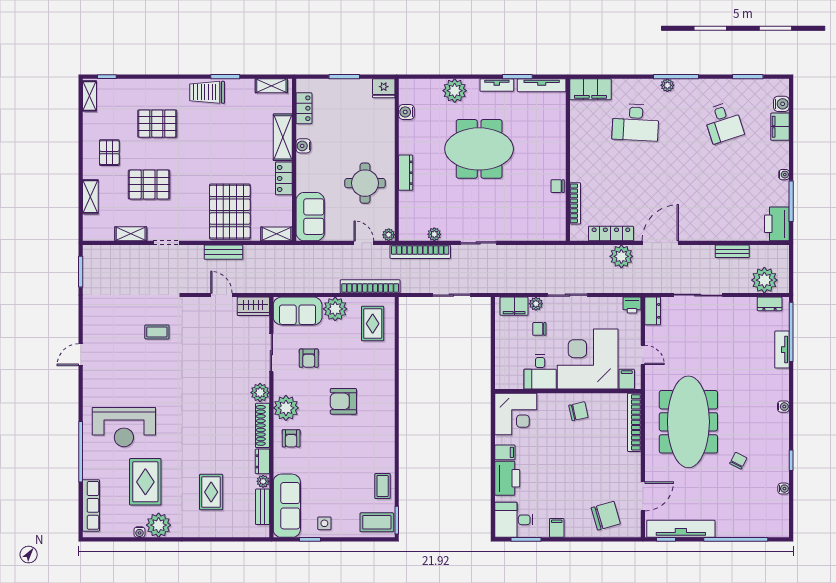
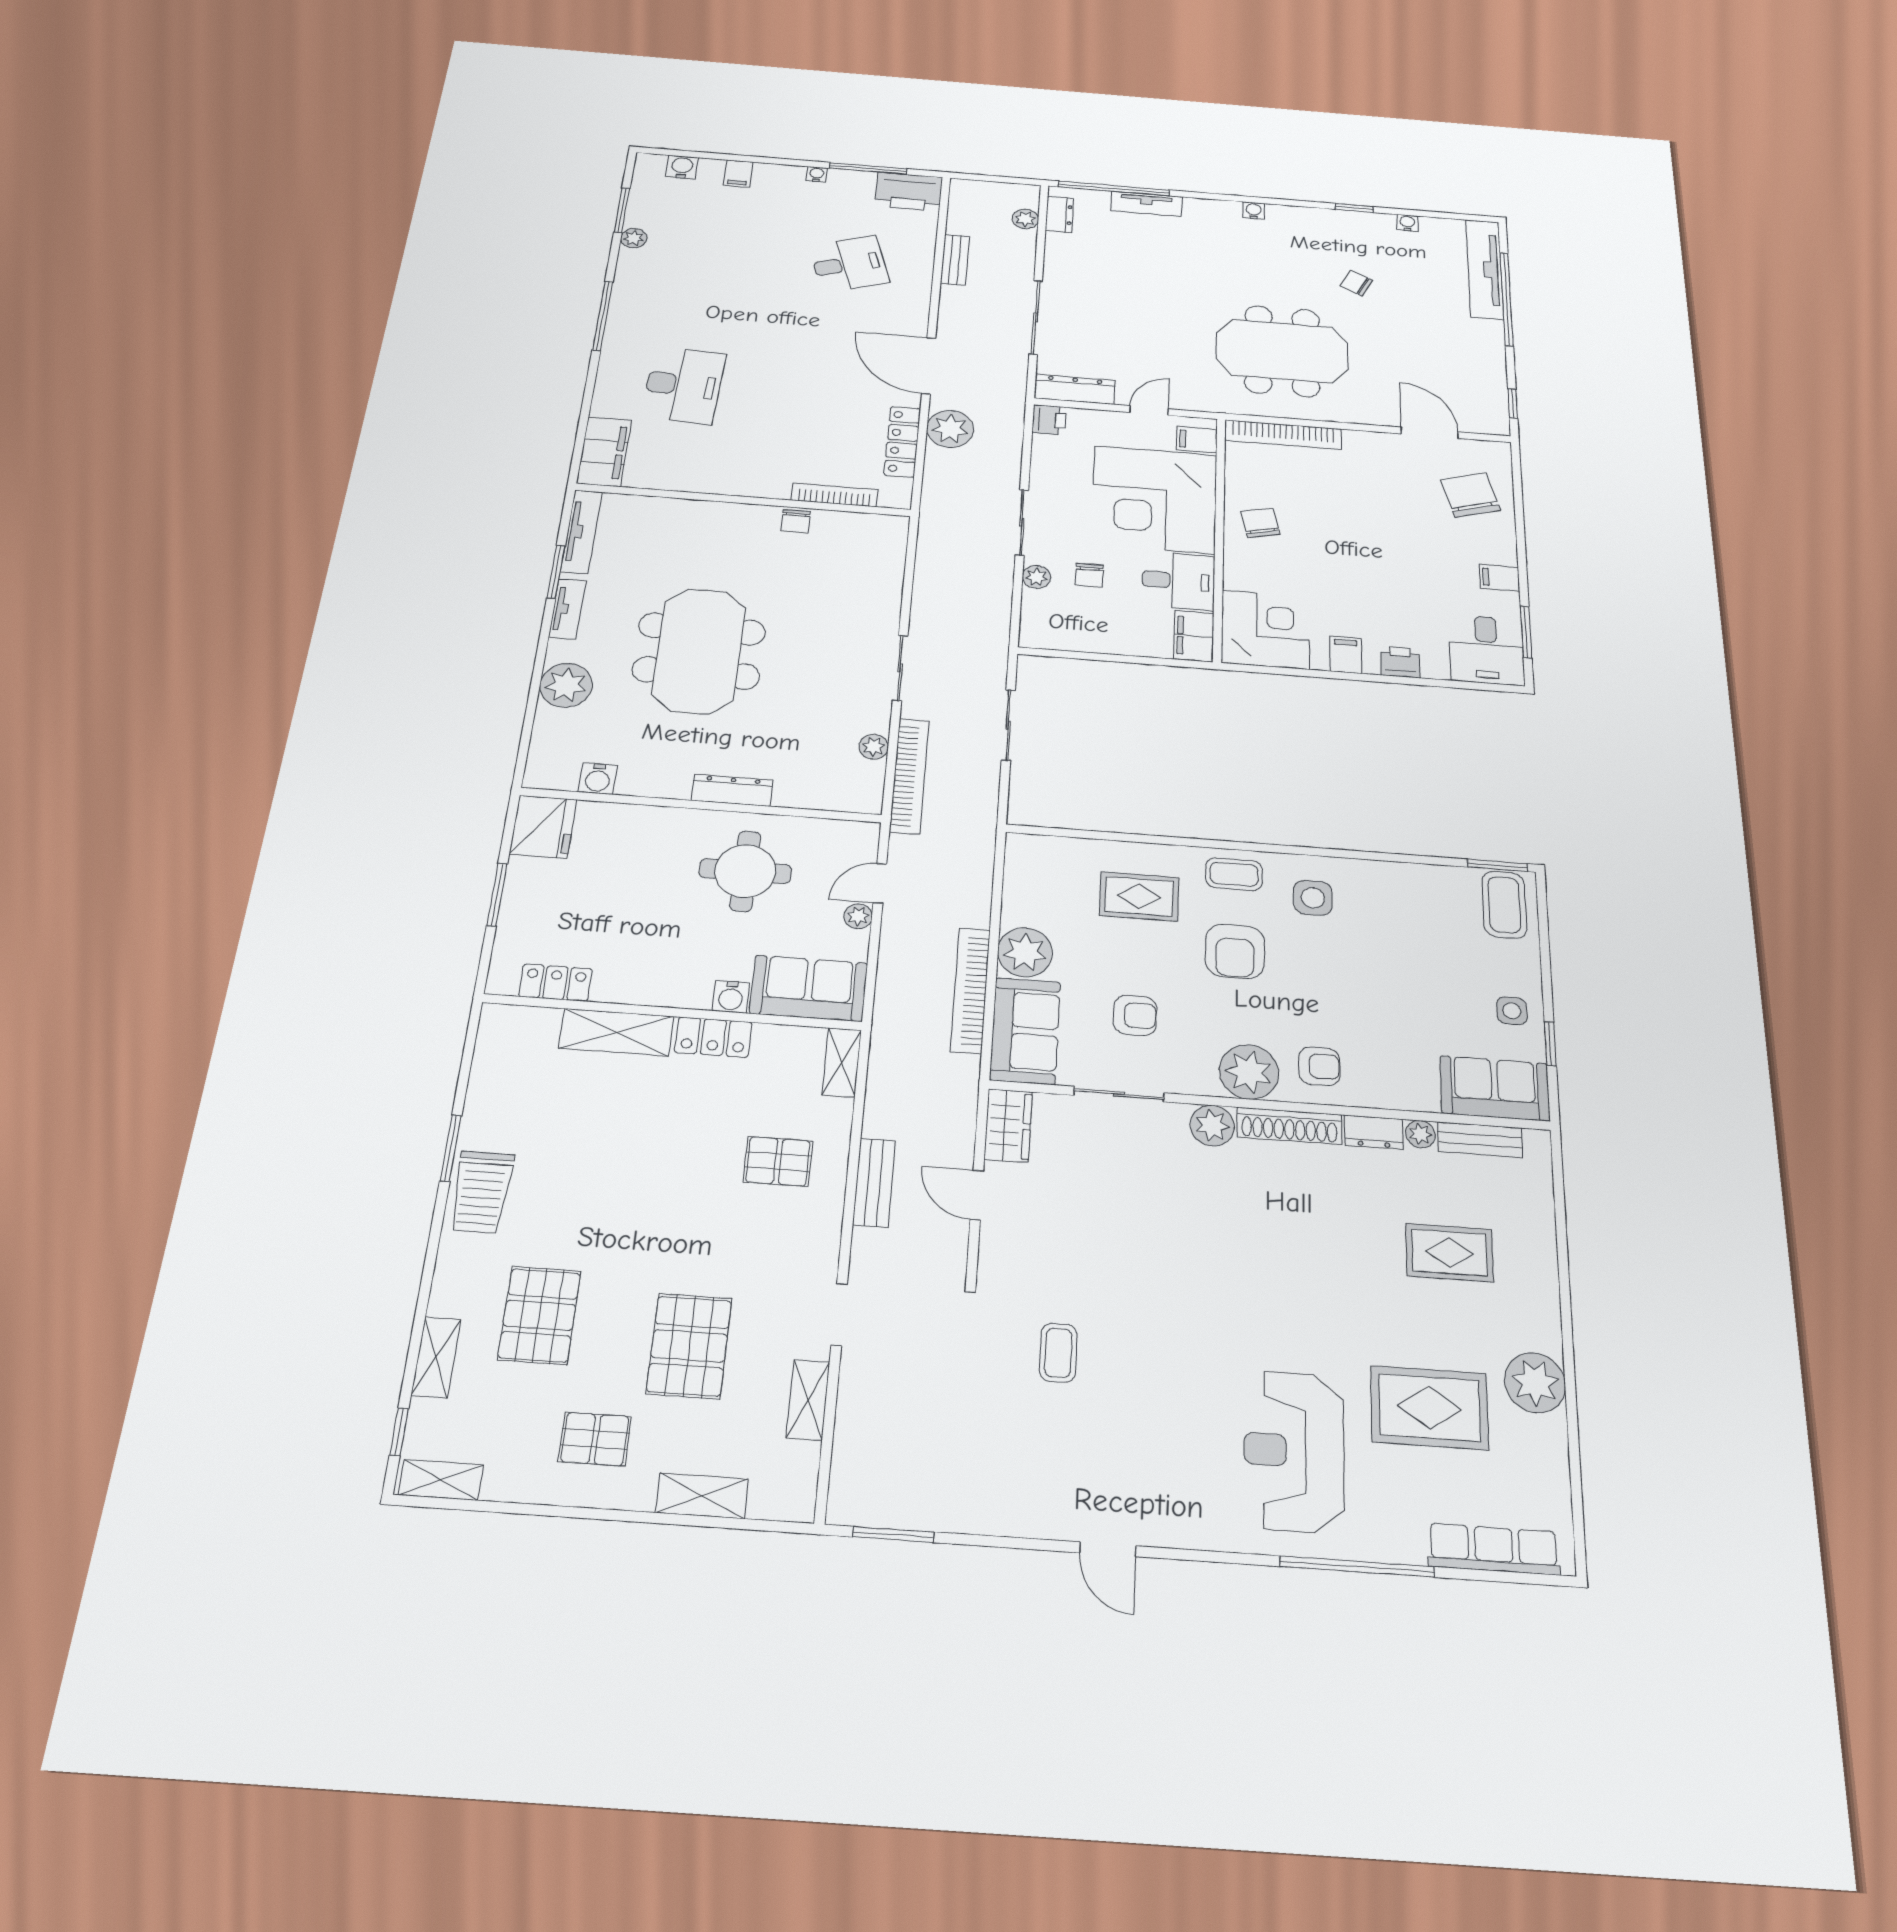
plant: (667, 85) -> (634, 238), moved
shelving: (271, 86) -> (436, 1357), moved
fridge: (384, 88) -> (543, 827), width x1.36, depth x1.34
desk: (723, 122) -> (849, 264), moved
filing cabinet: (780, 127) -> (738, 174), width x0.50
water cooler: (303, 146) -> (731, 997), moved
pallet: (230, 212) -> (778, 1161), width x0.49, depth x0.50
plant: (389, 235) -> (858, 916), moved
plant: (764, 280) -> (1025, 219), width x0.53, depth x0.53
bookcase: (370, 286) -> (970, 990), moved
door: (221, 295) -> (977, 1195), hinge flipped
filing cabinet: (514, 306) -> (1194, 636), moved, turned 180
dresser: (653, 311) -> (1075, 389), width x1.44
rug: (373, 324) -> (1139, 896), moved
meeting table: (688, 422) -> (1282, 351), width x0.73
reception desk: (124, 427) -> (1294, 1451), turned 180
side table: (373, 436) -> (1313, 898), added
printer: (507, 478) -> (1400, 662), width x0.53, depth x0.68
coffee table: (383, 486) -> (1234, 874), moved
sofa: (287, 506) -> (1495, 1088), width x0.73
tv unit: (681, 529) -> (1485, 269), moved
water cooler: (139, 532) -> (1555, 1431), removed

